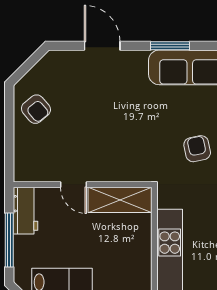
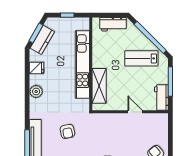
shelving: (120, 200) -> (99, 86), moved, turned 90

